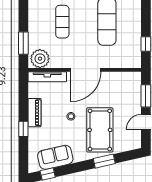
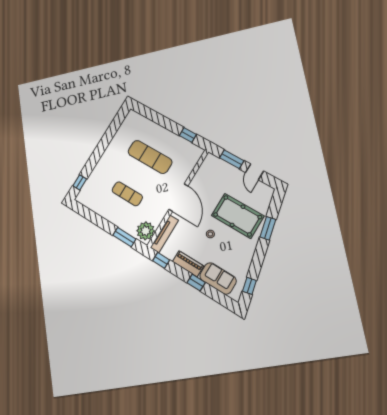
window: (23, 88) -> (161, 260), added
sofa: (55, 157) -> (218, 278), moved, turned 103

